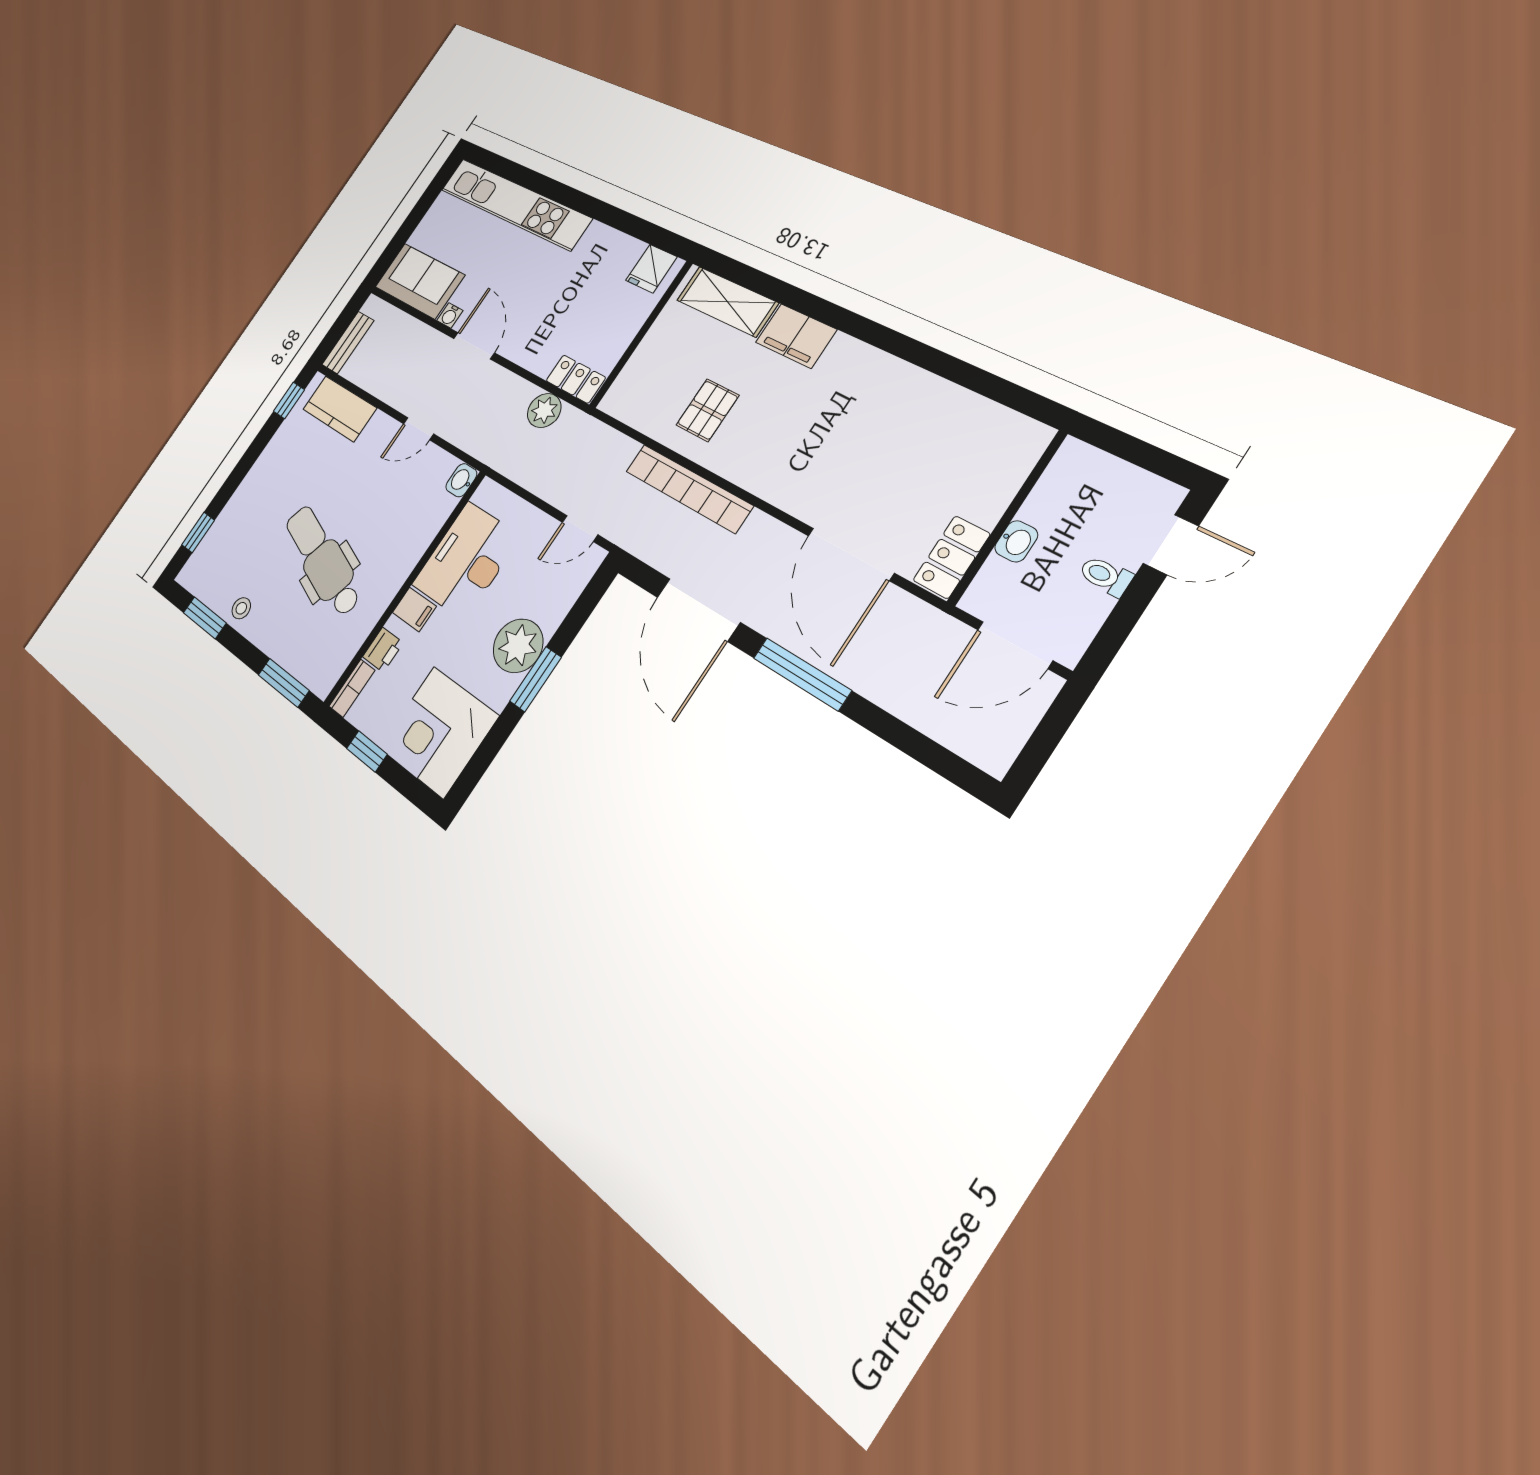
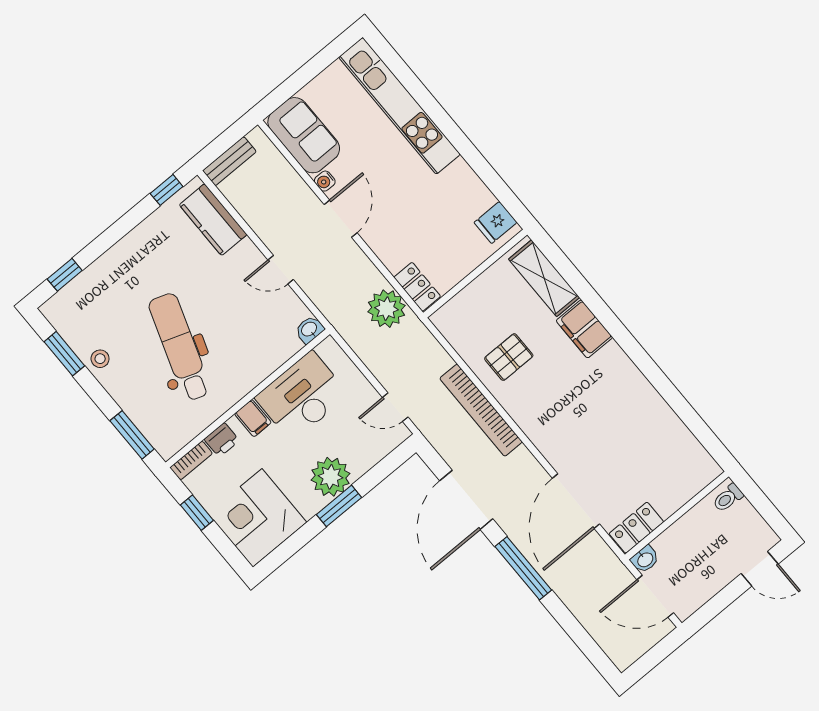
plant: (544, 410) -> (386, 309), width x1.36, depth x1.36
washbasin: (1016, 541) -> (645, 559), moved
toilet: (1106, 576) -> (728, 498), moved, turned -90

